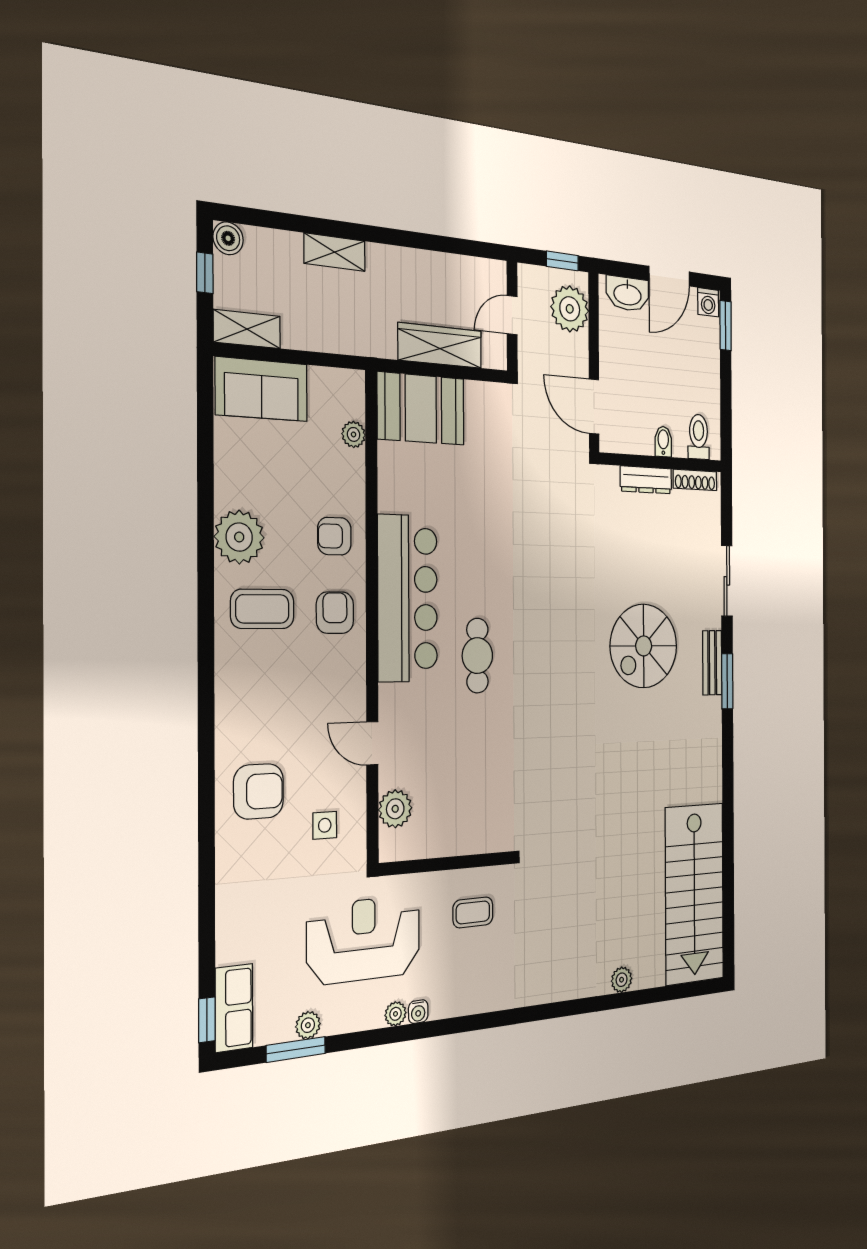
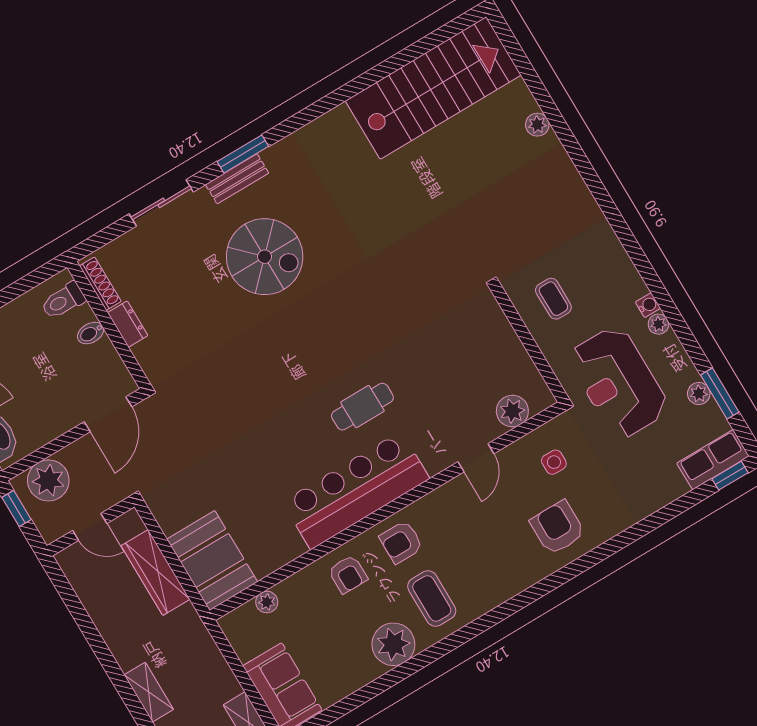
dresser: (646, 480) -> (128, 324), width x0.70

